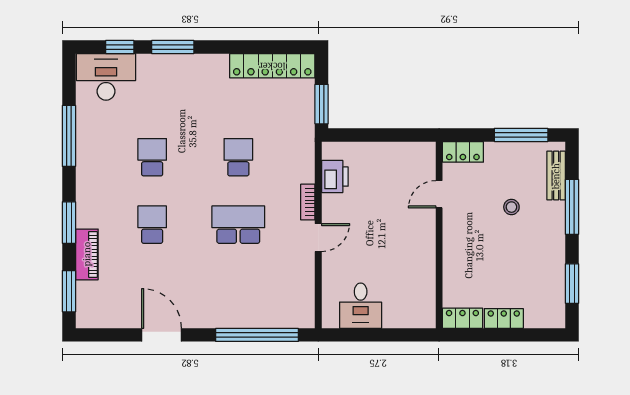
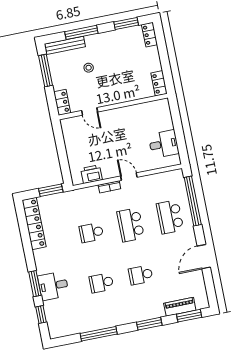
desk: (106, 77) -> (53, 286), moved, width x0.73
bench: (556, 176) -> (65, 45), width x1.36
piano: (87, 254) -> (180, 307), moved
school desk: (238, 292) -> (170, 217), added
locker: (504, 318) -> (149, 35), moved

